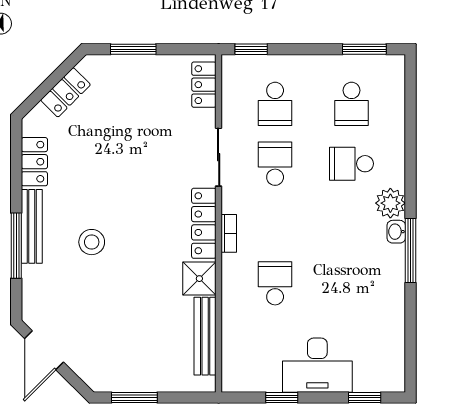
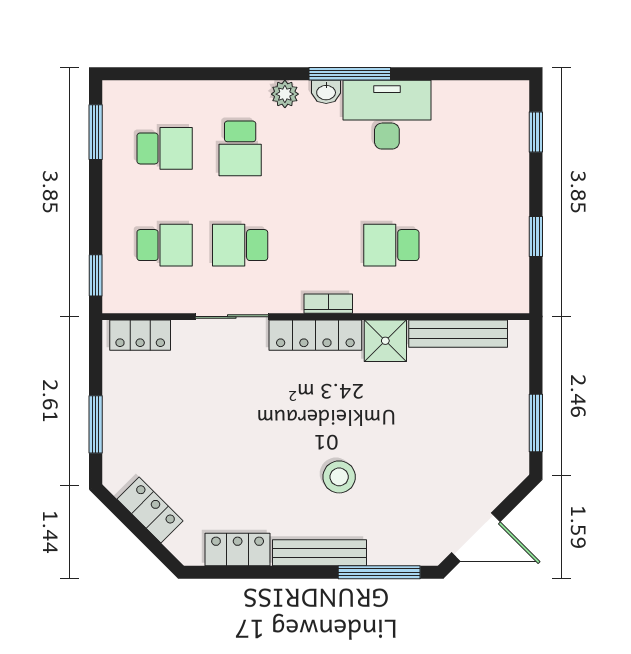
plant: (390, 203) -> (285, 94), width x0.73, depth x0.73
window: (16, 246) -> (379, 572), moved
desk: (317, 365) -> (387, 115), moved, turned -90

